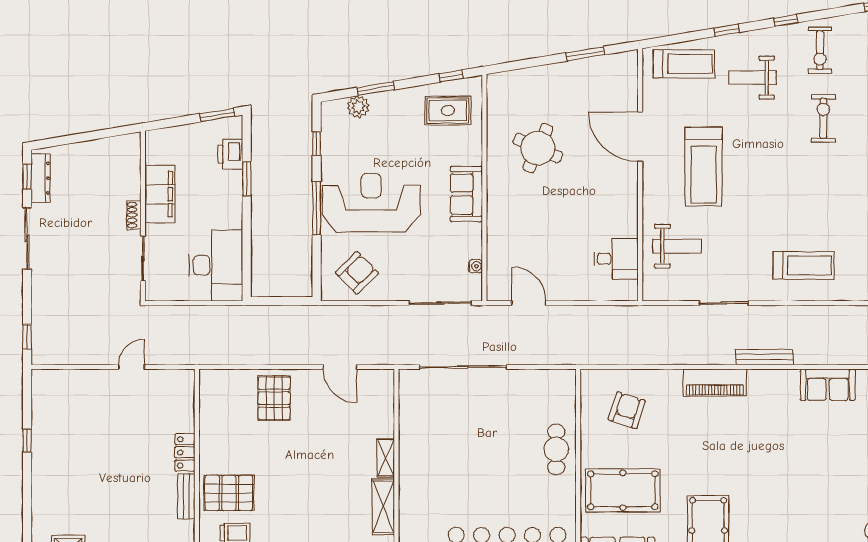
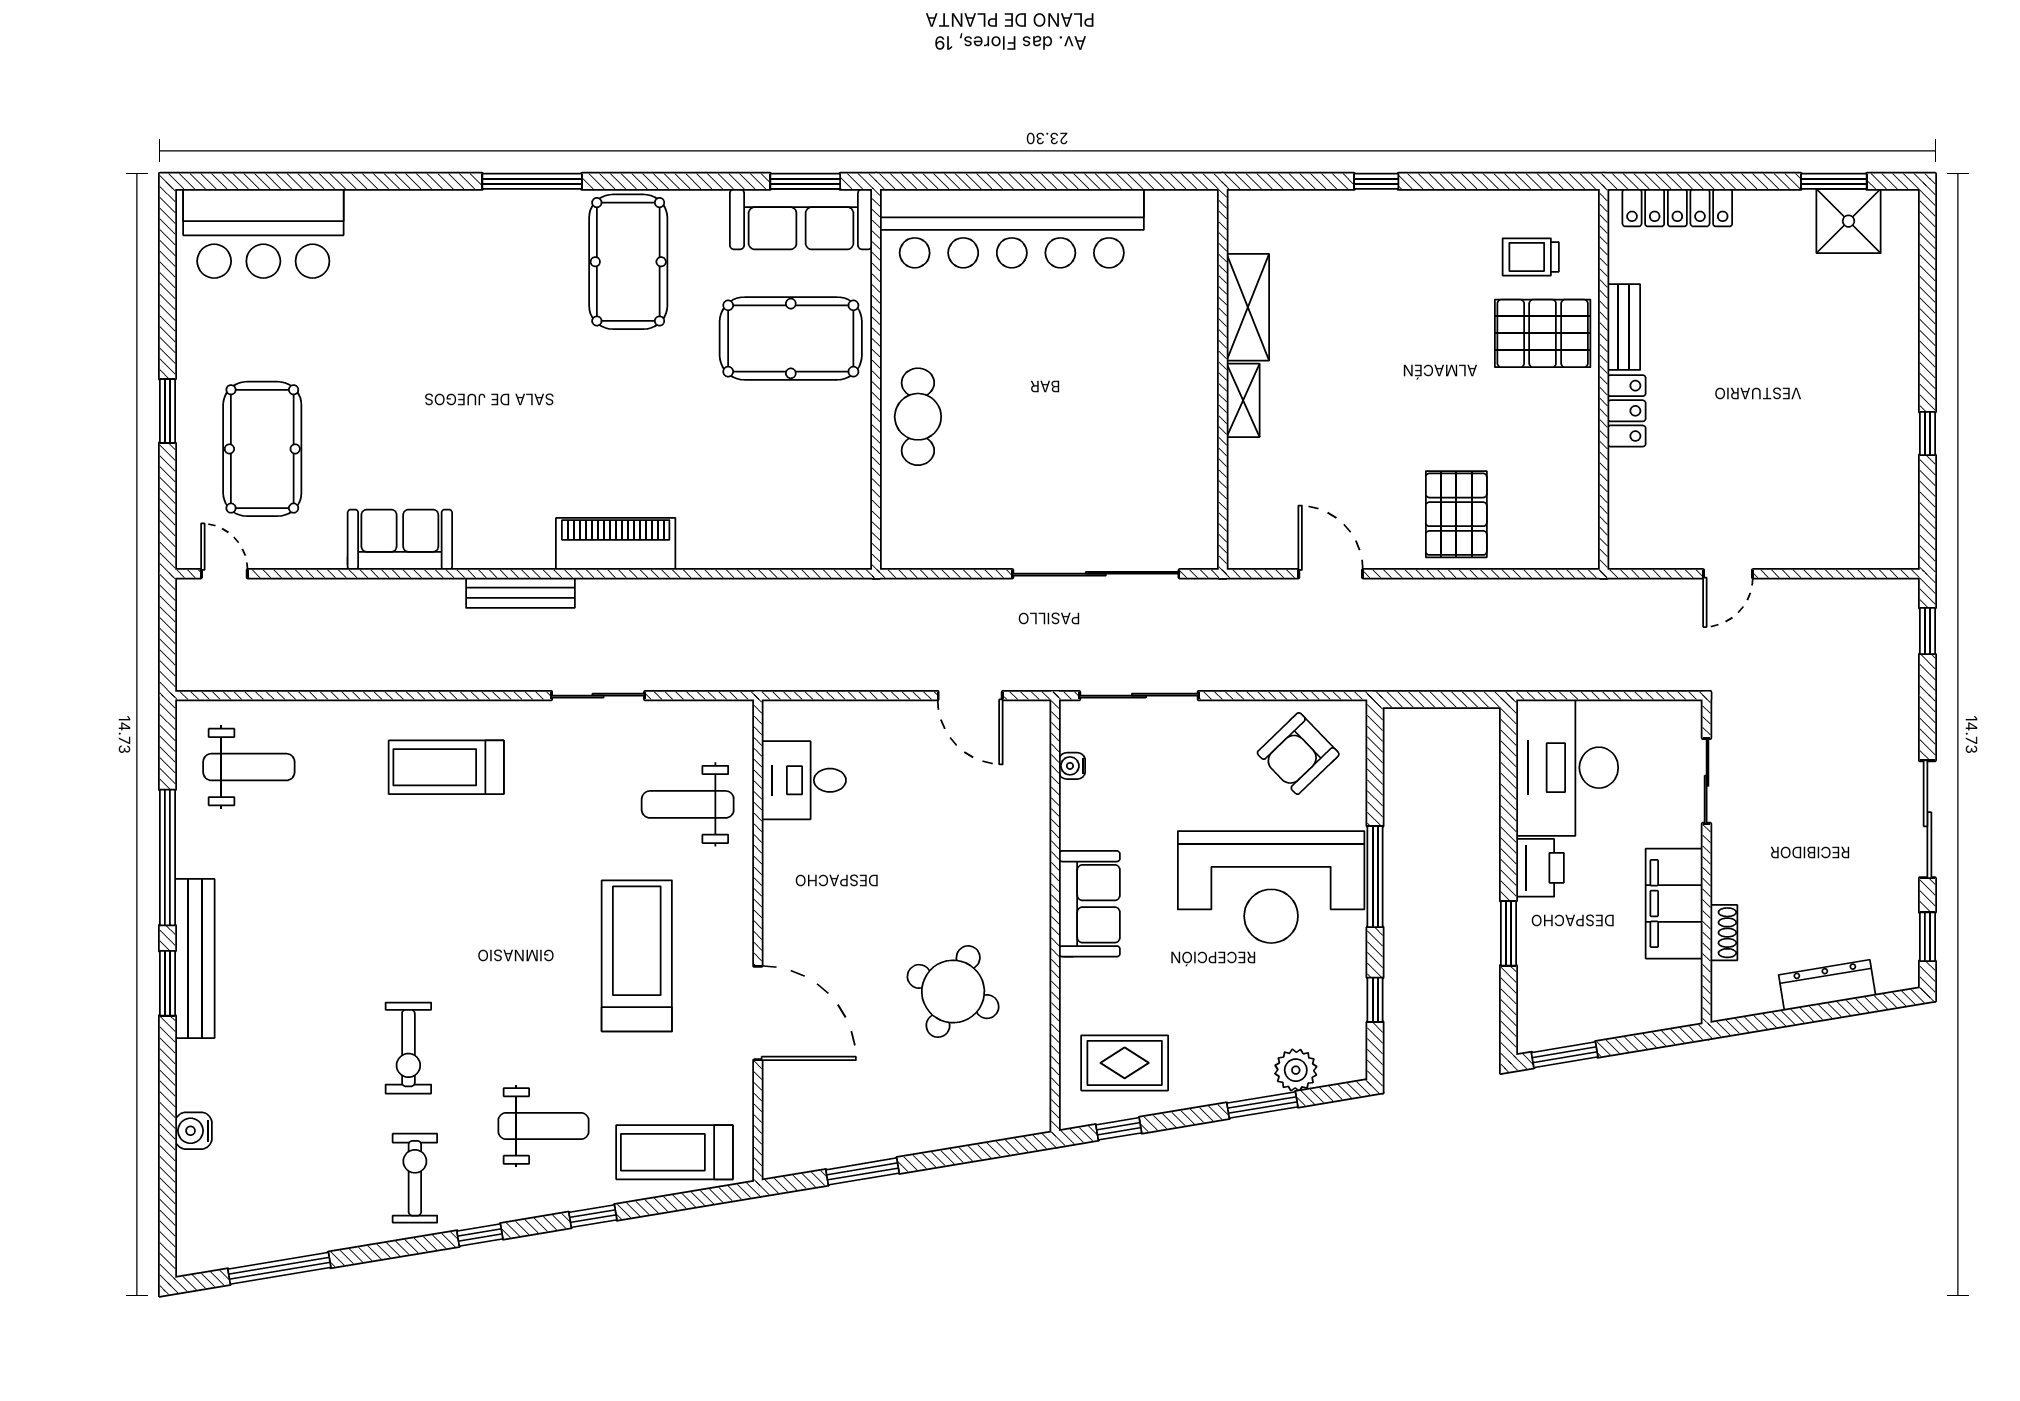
printer: (230, 154) -> (1540, 868), moved
dresser: (41, 178) -> (1827, 985), moved, turned 81
shoe rack: (134, 215) -> (1724, 933), moved
armchair: (627, 410) -> (783, 491), removed

